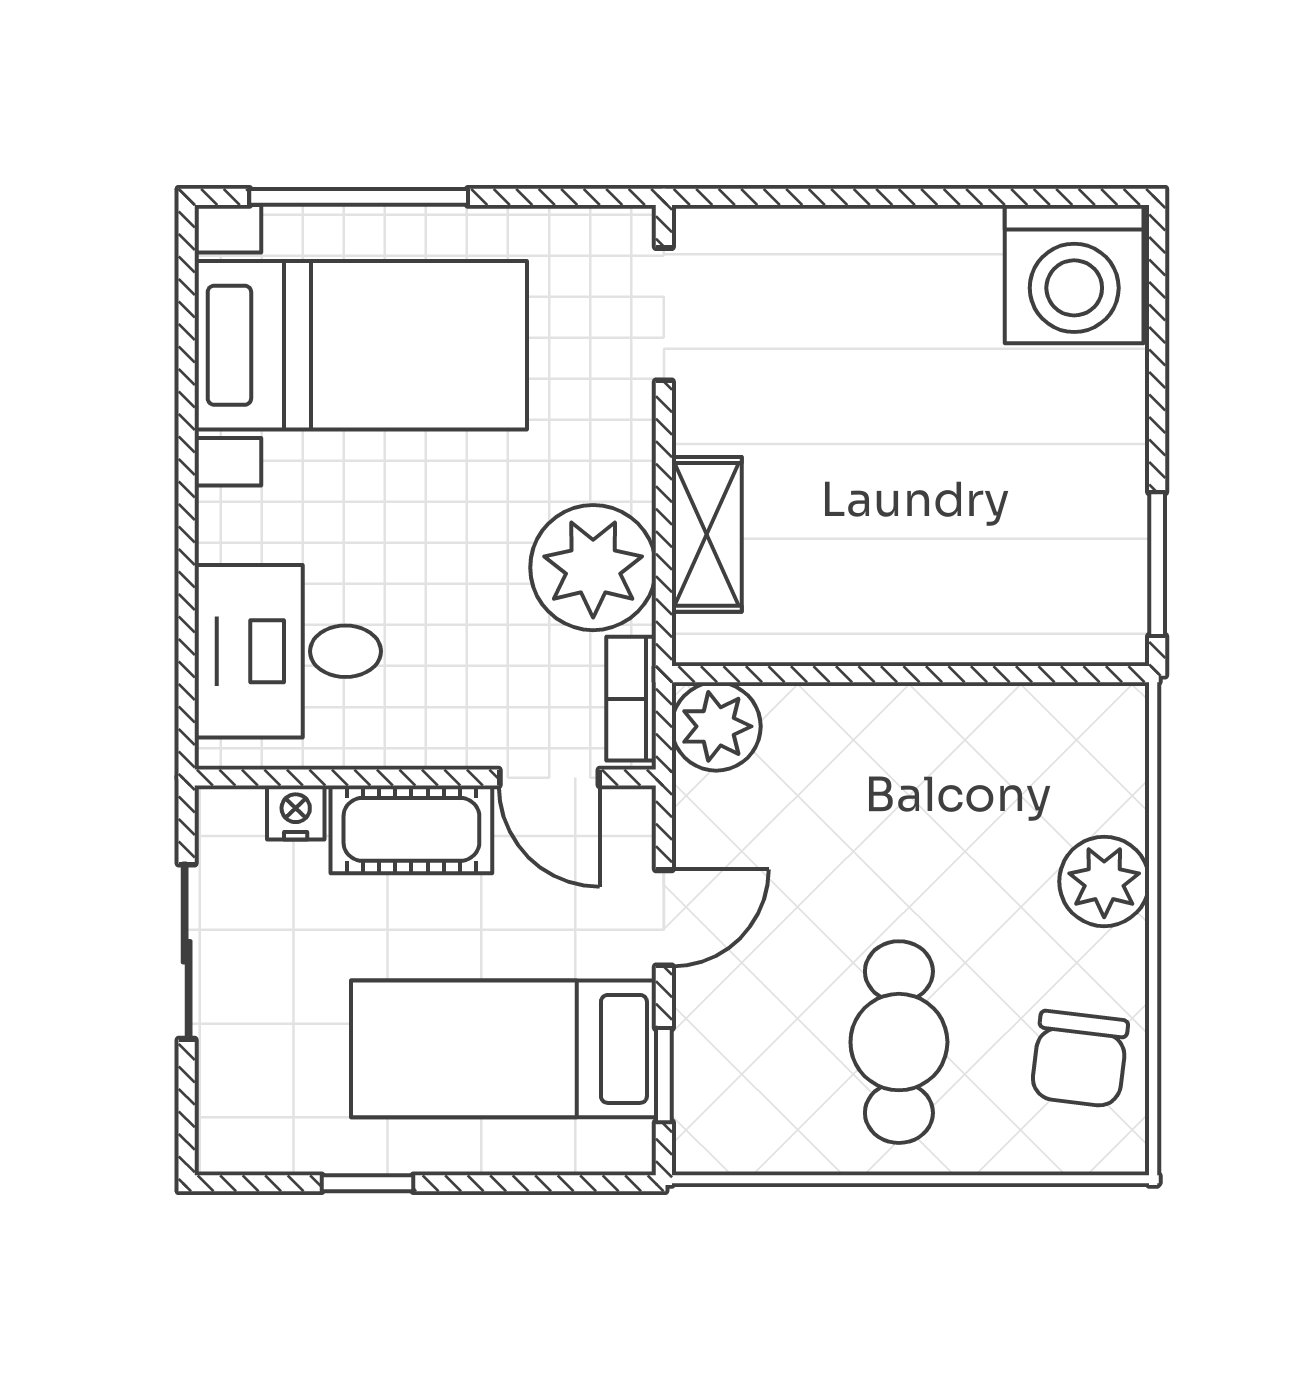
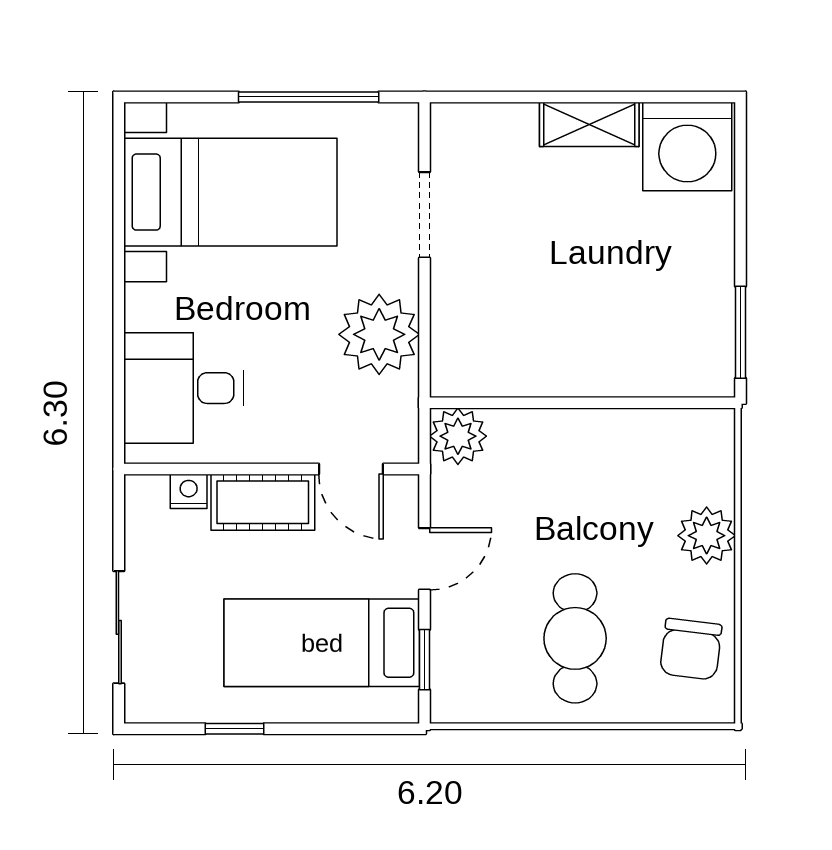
window: (359, 197) -> (309, 97), moved
doorway: (664, 314) -> (424, 215), moved
shelving: (707, 534) -> (589, 124), moved, turned 90
bookcase: (631, 699) -> (404, 418), removed
sliding door: (187, 952) -> (119, 627), moved

